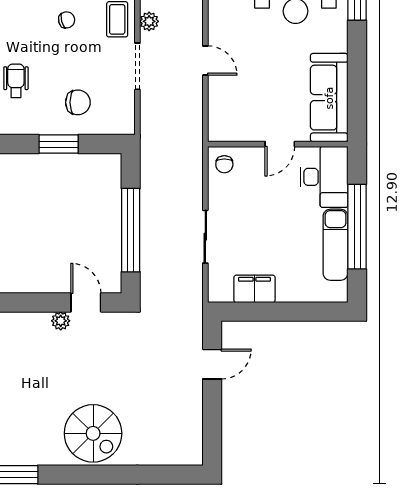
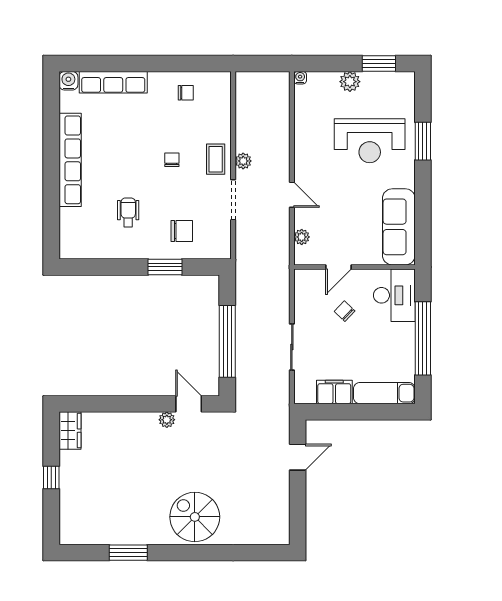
chair: (67, 20) -> (172, 160), turned -75
plant: (217, 109) -> (302, 237), added
door: (280, 144) -> (339, 267), moved
chair: (224, 164) -> (345, 311), moved, turned 134
exam couch: (336, 245) -> (384, 393), moved, turned 90
spiral stairs: (93, 433) -> (195, 517), turned 180

